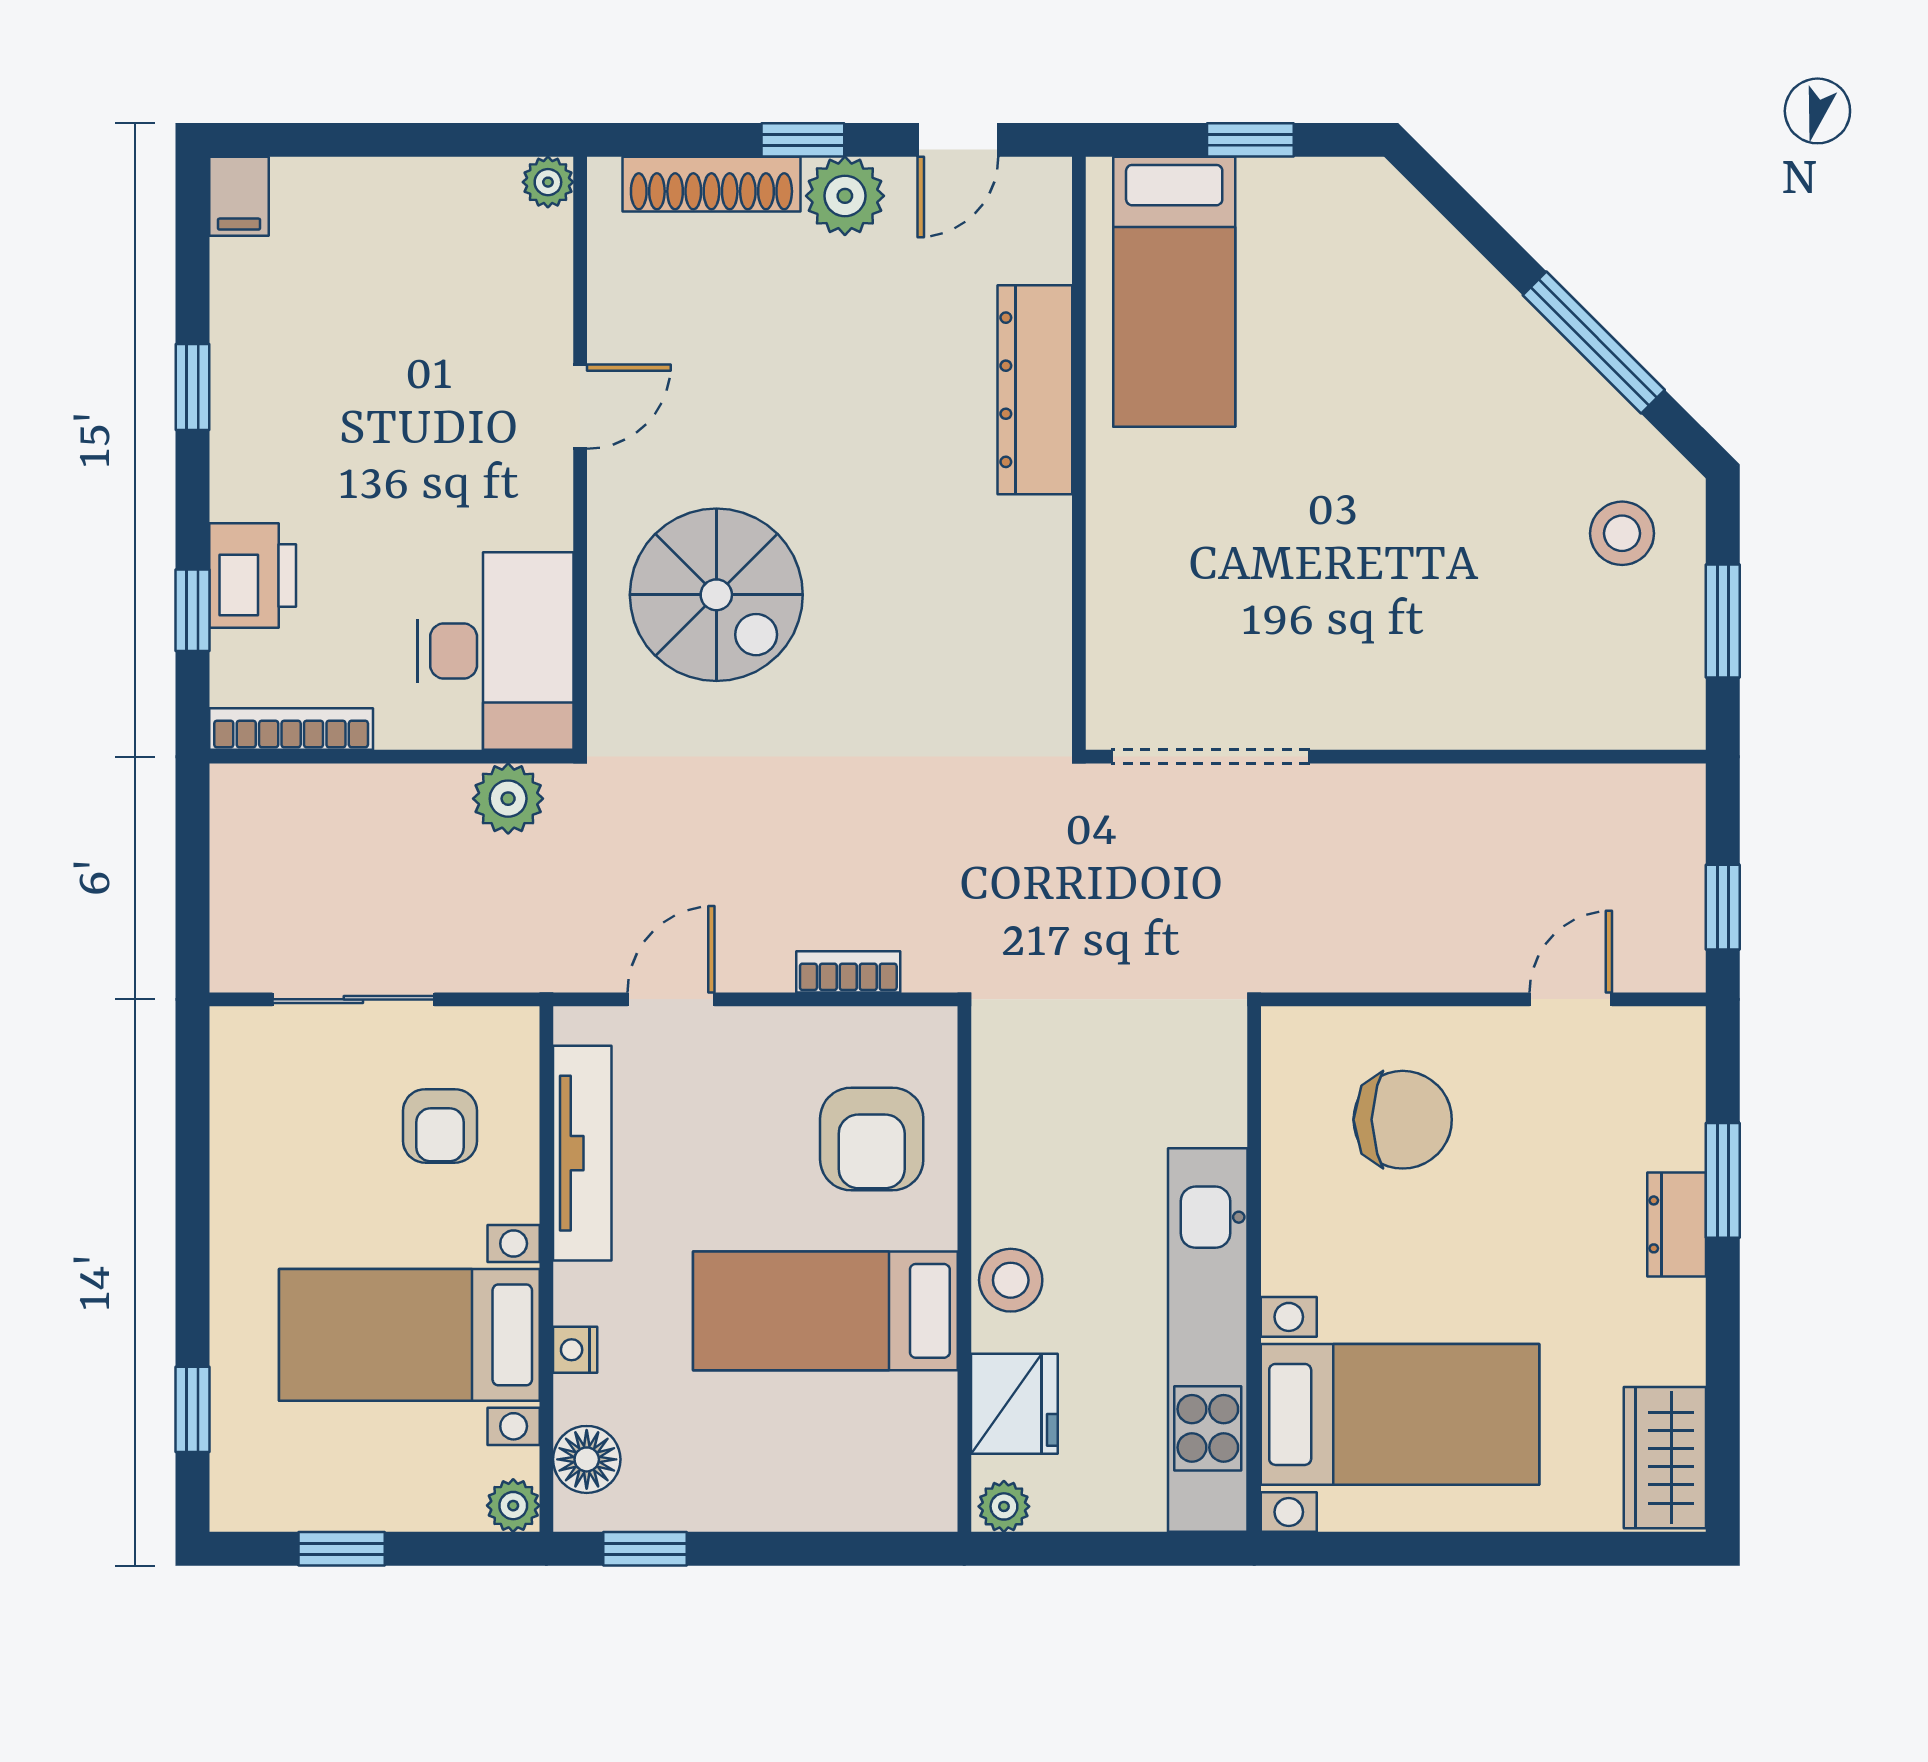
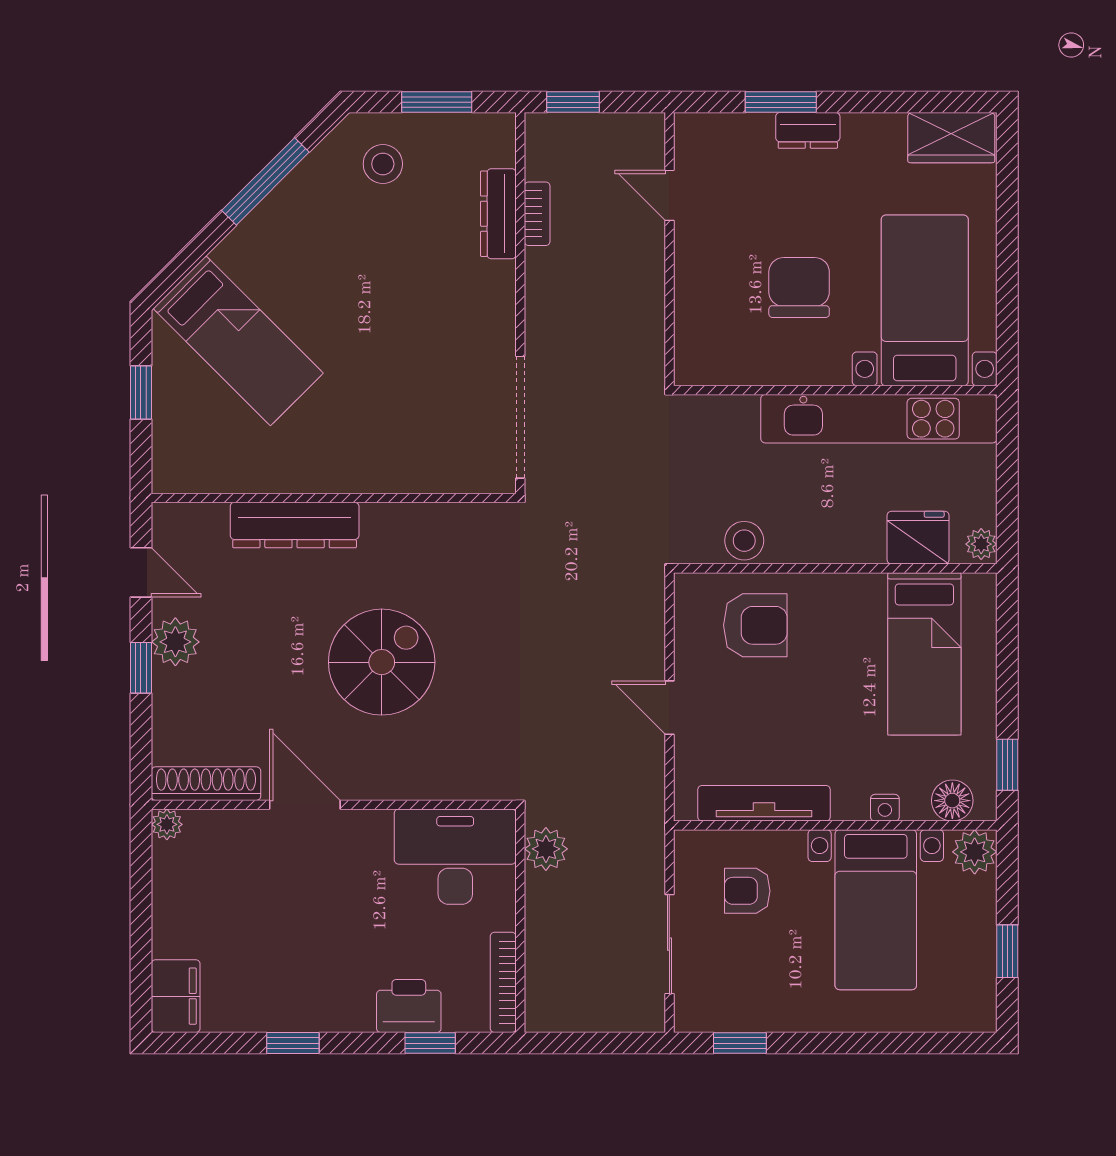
shoe rack: (711, 184) -> (206, 784), moved, turned -90
filing cabinet: (239, 196) -> (176, 996), width x2.00
bed: (1174, 292) -> (238, 341), moved, turned 45
door: (580, 407) -> (305, 805), width x1.38
spiral stairs: (716, 595) -> (382, 662), moved
dresser: (1541, 721) -> (498, 214), added
window: (1723, 907) -> (573, 102), moved
bookcase: (848, 972) -> (537, 214), moved, turned 180
door: (671, 999) -> (669, 708), moved
chair: (1403, 1120) -> (799, 287), moved
armchair: (440, 1126) -> (747, 891), turned 180
stool: (1011, 1280) -> (744, 541), moved
bed: (825, 1311) -> (924, 654), moved
window: (192, 1409) -> (740, 1043), moved
plant: (513, 1506) -> (975, 852), width x1.38, depth x1.38

